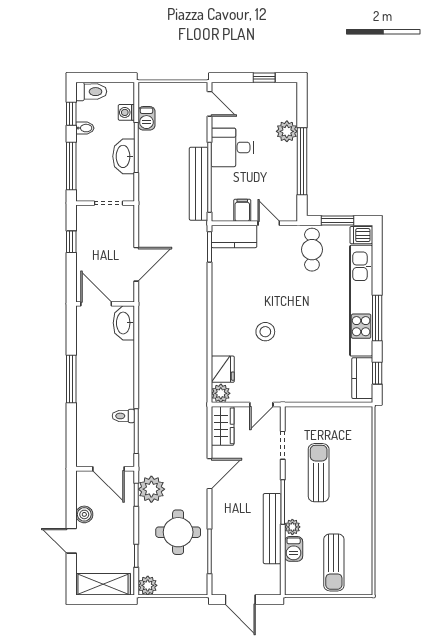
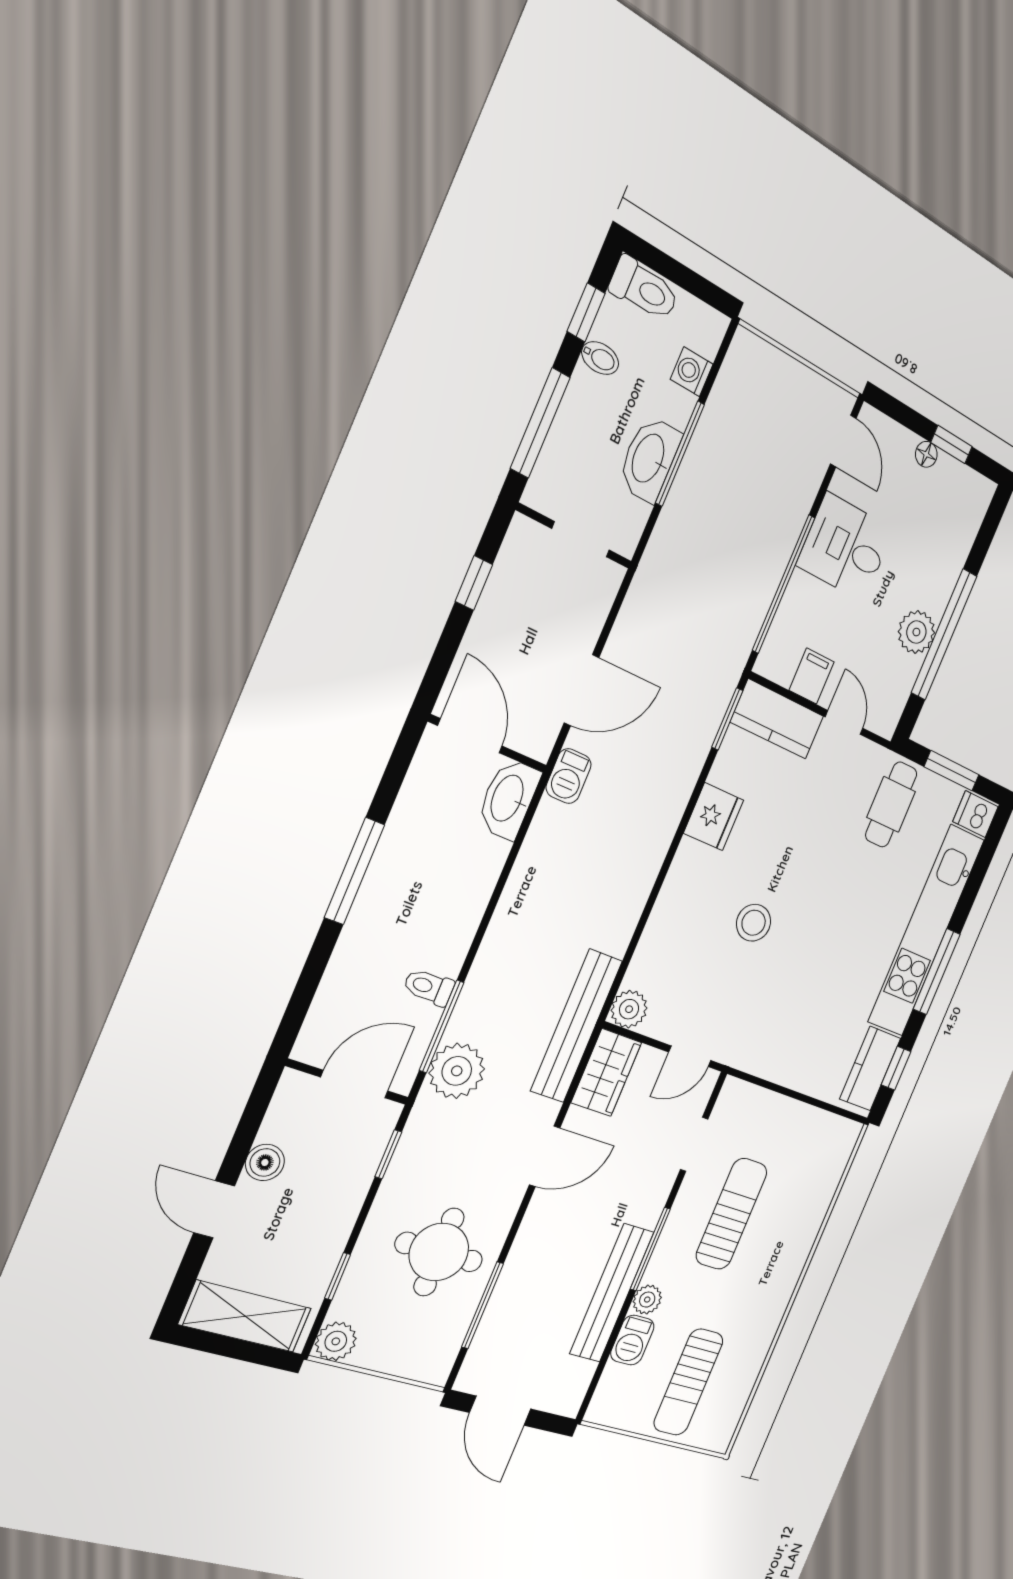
floor lamp: (253, 88) -> (926, 454), added
barbecue: (146, 118) -> (569, 776), moved
plant: (287, 131) -> (916, 632), moved
bench: (199, 184) -> (576, 1026), moved
fridge: (223, 369) -> (714, 817), moved
door: (109, 469) -> (354, 1084), swing flipped
plant: (151, 489) -> (457, 1071), moved

